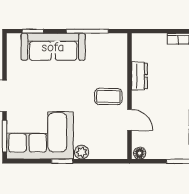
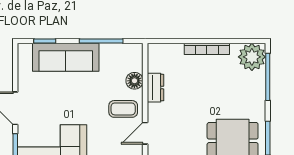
floor lamp: (119, 69) -> (134, 81), added
door: (129, 120) -> (145, 133), swing flipped

